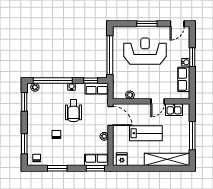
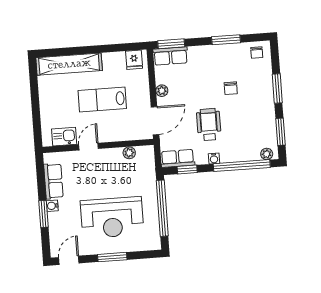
door: (110, 116) -> (155, 121), swing flipped
window: (192, 136) -> (35, 101), removed
window: (24, 144) -> (277, 88), moved

